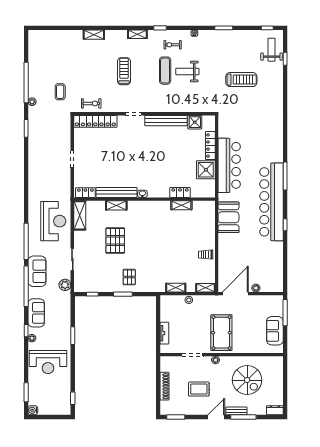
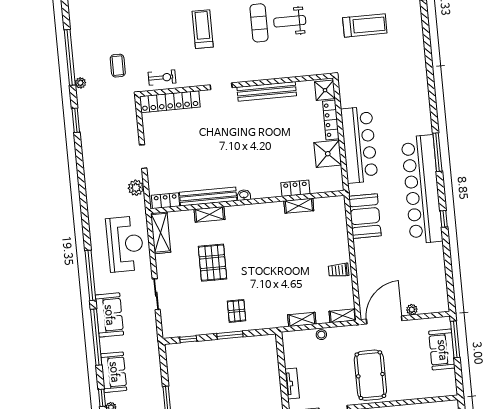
shower: (195, 122) -> (325, 90), moved
plant: (65, 285) -> (136, 188), moved
sofa: (275, 331) -> (442, 350), moved

